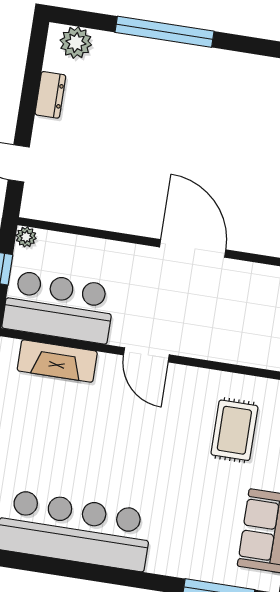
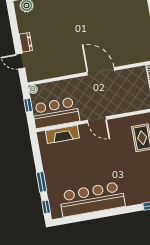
dresser: (50, 95) -> (26, 42), moved

